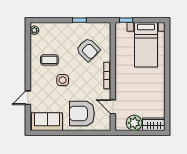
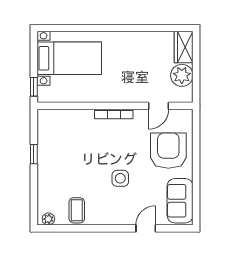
armchair: (88, 50) -> (76, 142), removed
coffee table: (49, 60) -> (77, 210), moved
door: (28, 98) -> (146, 228), swing flipped
armchair: (82, 113) -> (168, 151), turned 180

